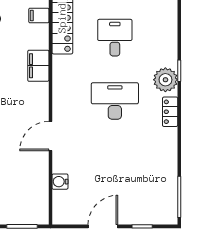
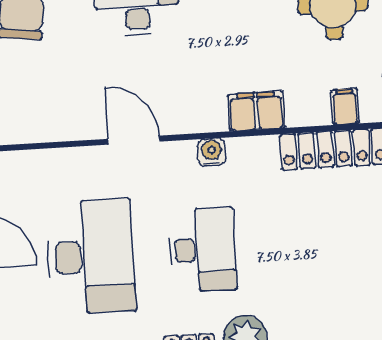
desk: (115, 38) -> (91, 257), moved, width x1.87, depth x1.30
water cooler: (60, 182) -> (212, 152), moved

